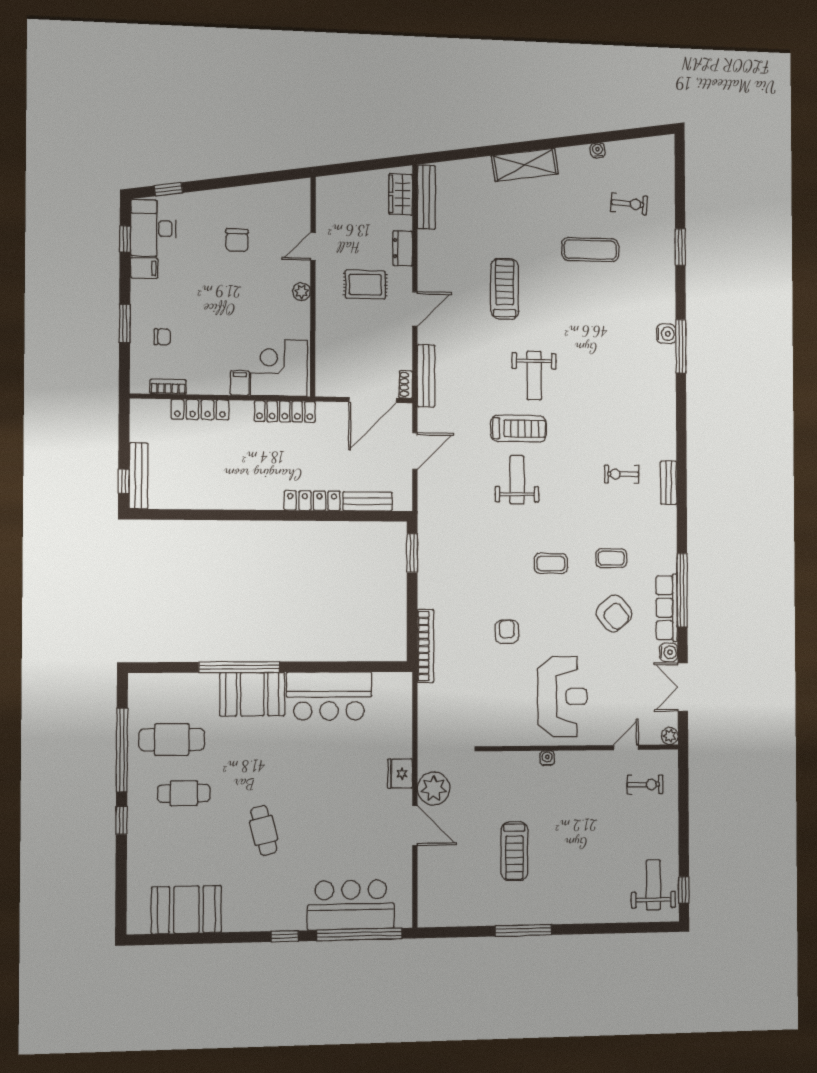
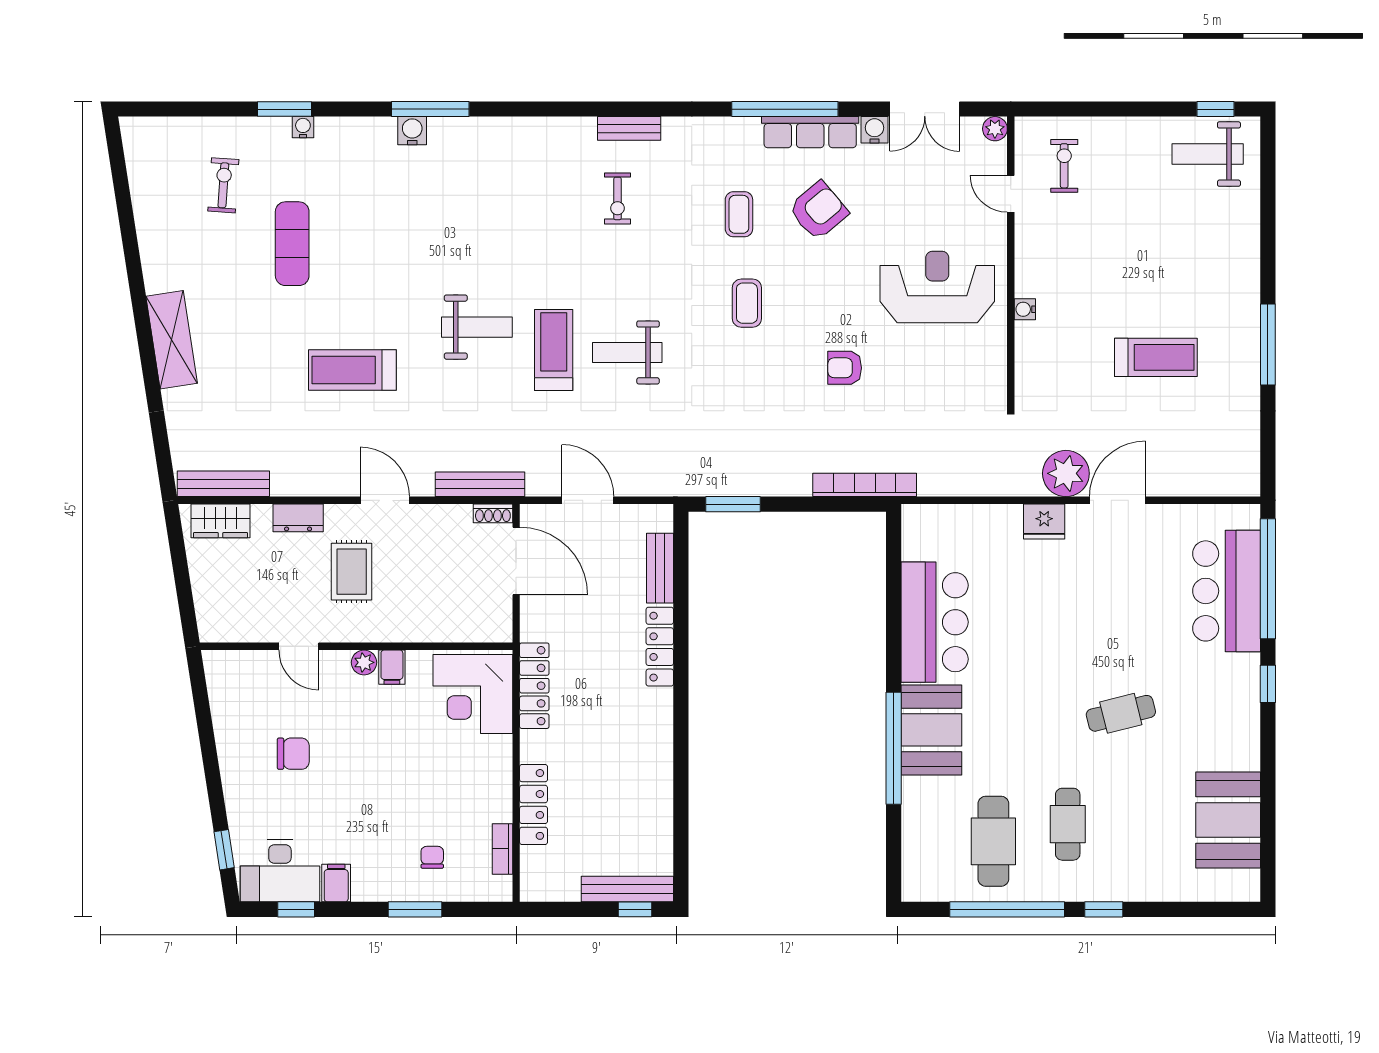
water cooler: (598, 150) -> (303, 127), moved, turned 99
filing cabinet: (240, 383) -> (392, 667), moved, turned -90

